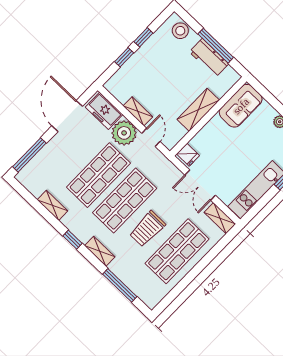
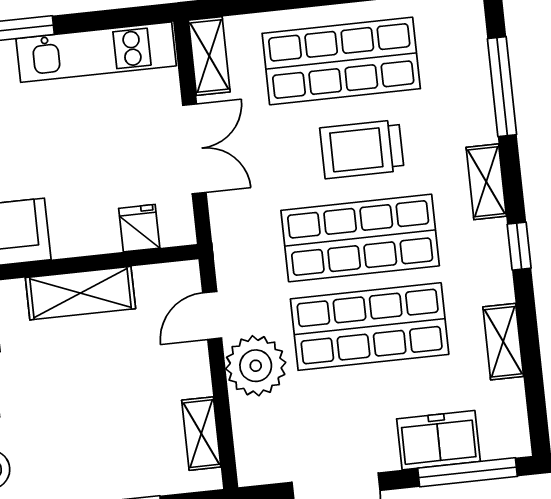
freezer: (104, 111) -> (439, 440), moved, turned -90
shelving: (138, 111) -> (201, 434), moved
fridge: (188, 155) -> (139, 228), moved
trolley: (147, 229) -> (362, 149), turned 180

